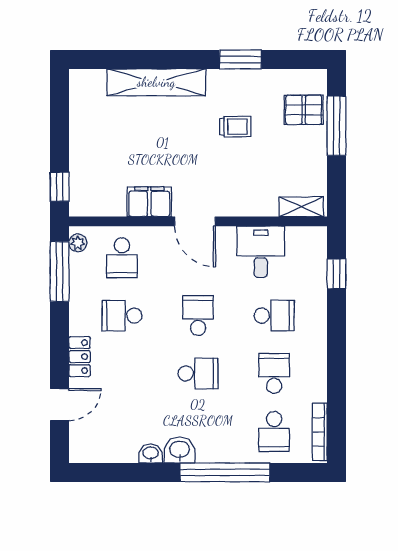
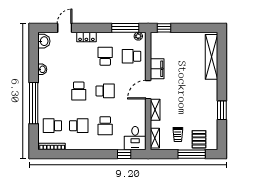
shelving: (156, 82) -> (212, 57), moved
trolley: (235, 127) -> (178, 134), moved
shelving: (239, 206) -> (155, 110), added
desk: (261, 252) -> (135, 138), moved, turned 90
door: (60, 405) -> (65, 28), swing flipped
washbasin: (180, 450) -> (44, 41), moved

